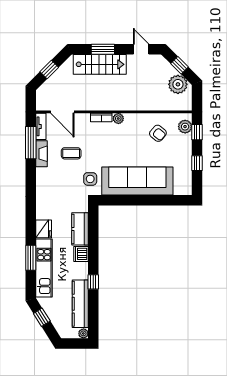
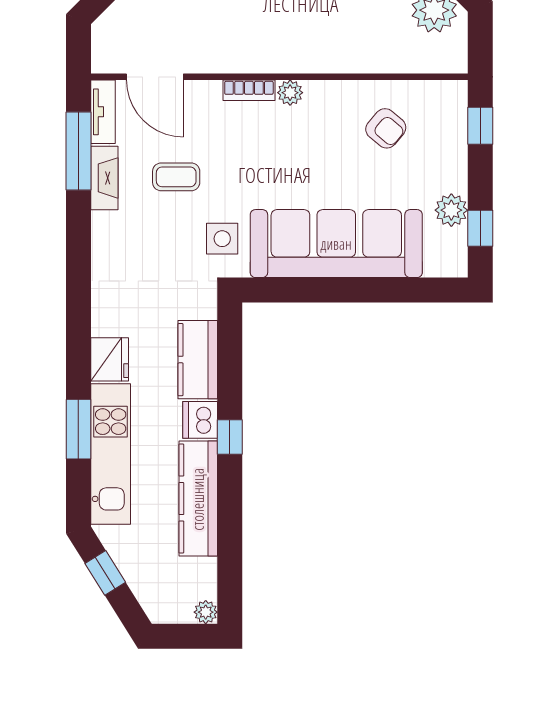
plant: (185, 127) -> (451, 210), moved
window: (197, 163) -> (480, 228), moved
window: (93, 282) -> (230, 437), moved
kitchen counter: (80, 304) -> (198, 499), moved

